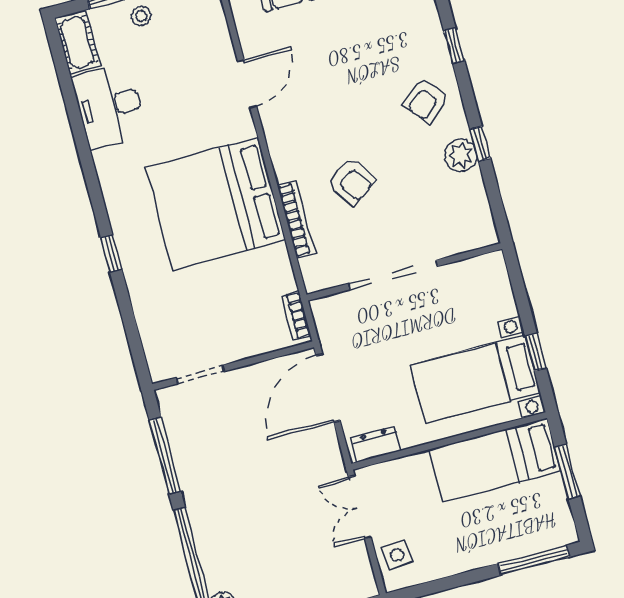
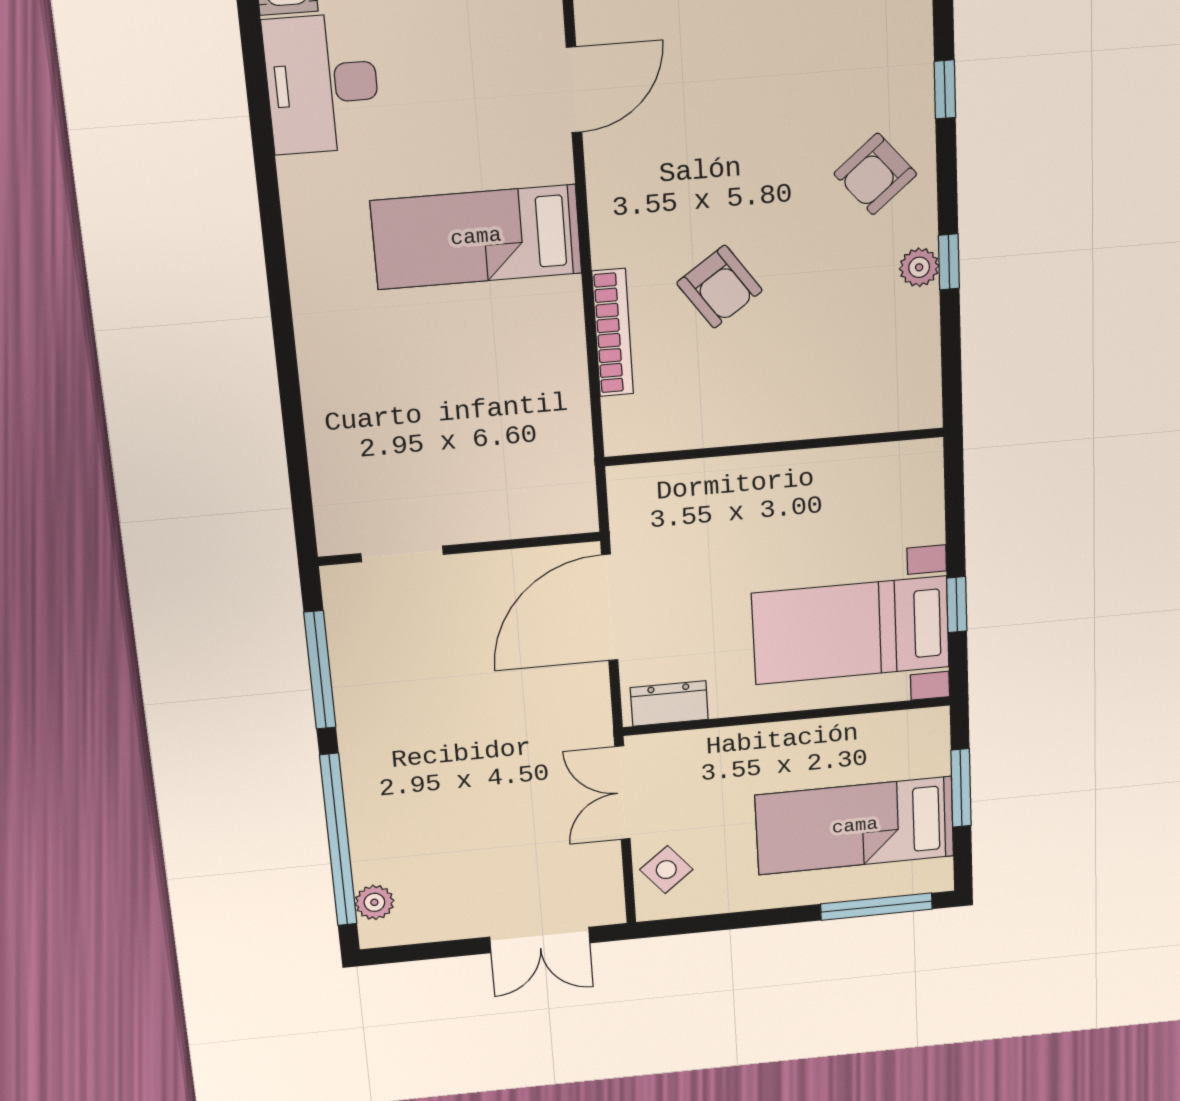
plant: (461, 155) -> (919, 267), width x0.73, depth x0.73
bed: (216, 204) -> (476, 237), width x0.49
window: (111, 253) -> (284, 335), removed
doorway: (393, 275) -> (754, 449), removed
bookcase: (296, 316) -> (580, 487), removed
bed: (495, 460) -> (855, 826), moved
side table: (397, 555) -> (666, 870), turned -33

